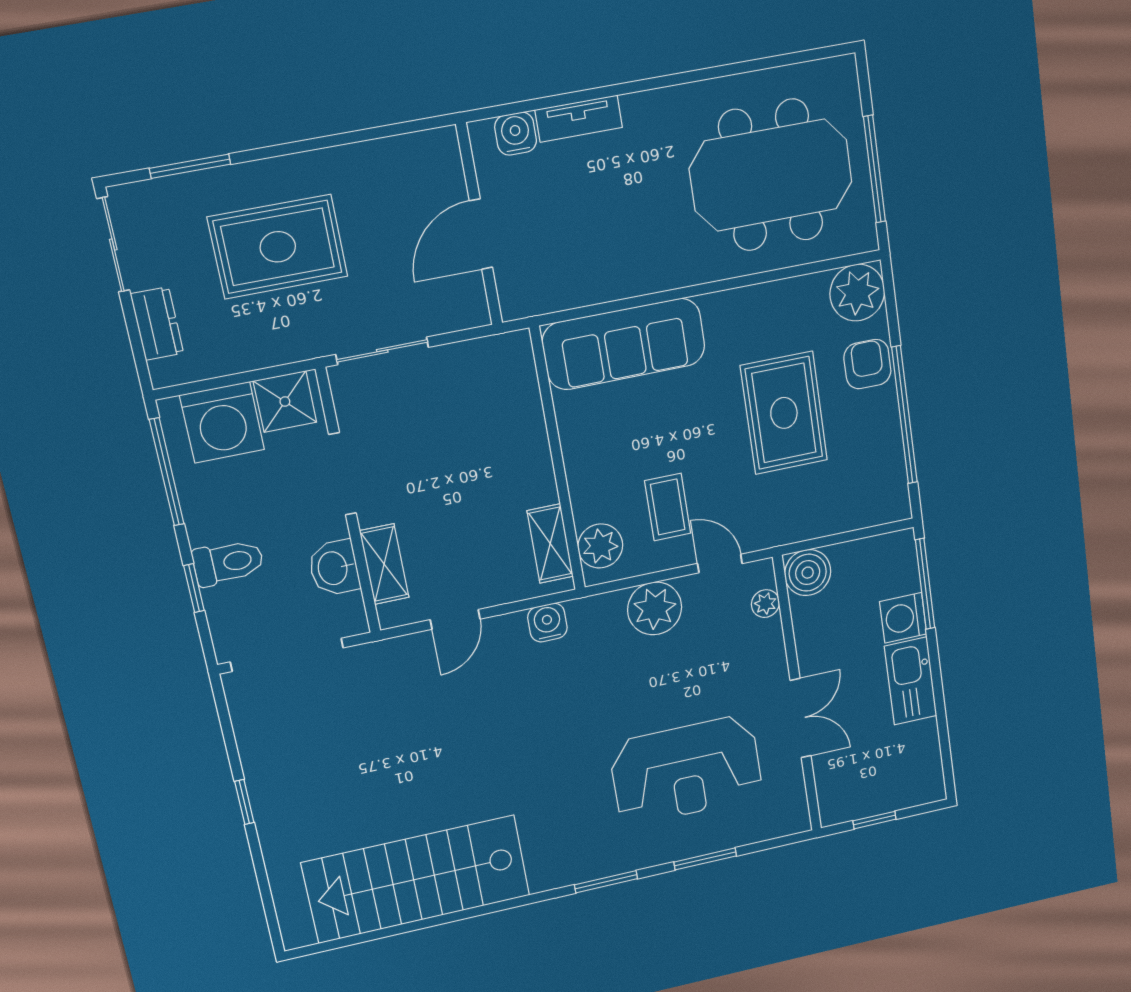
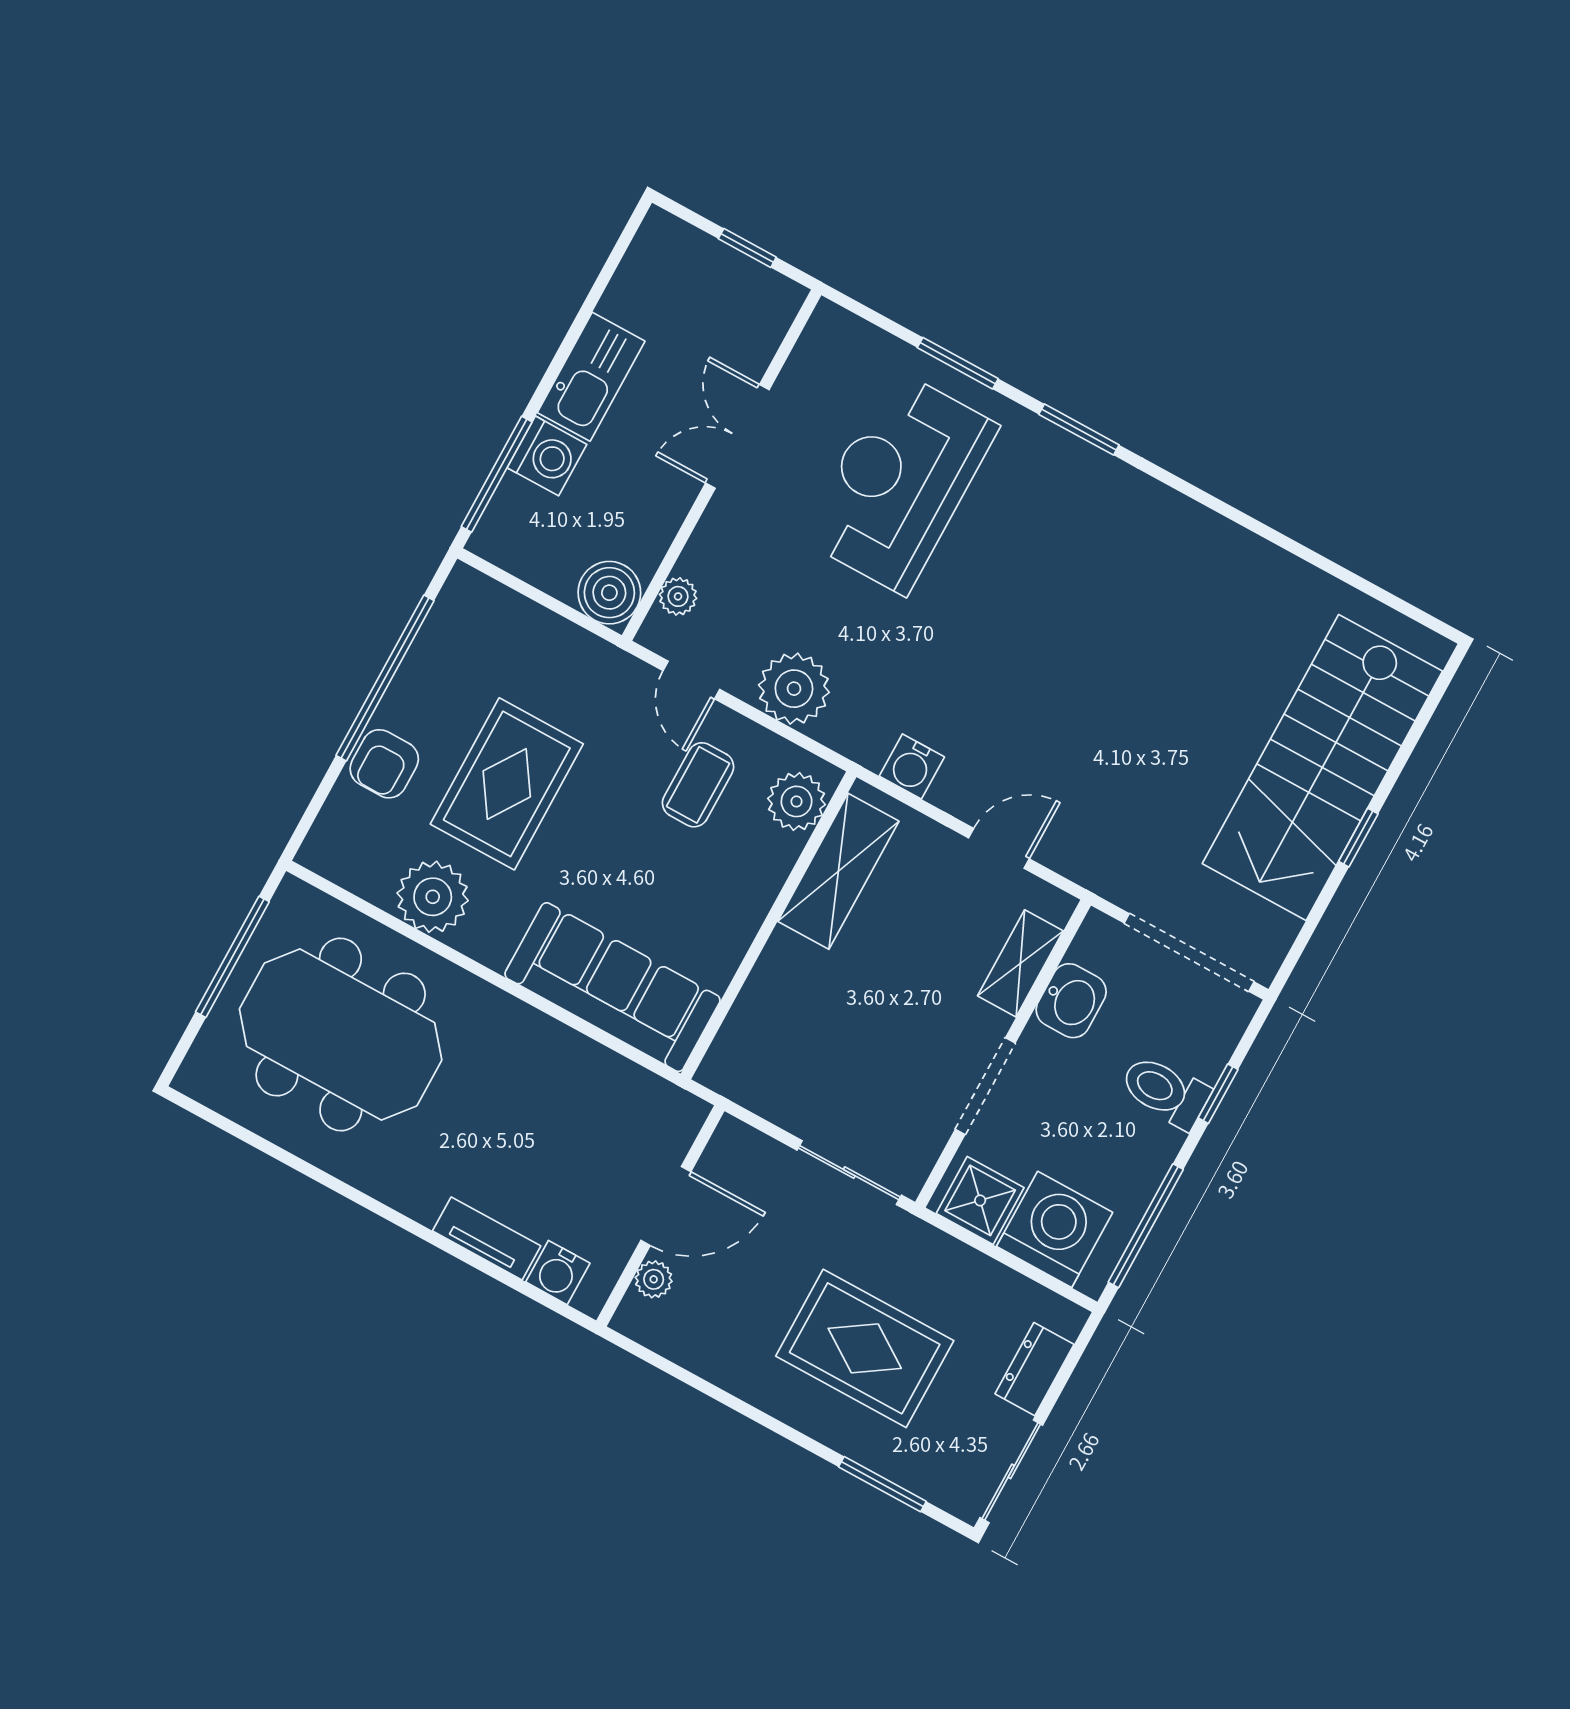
plant: (451, 180) -> (654, 1279), added
plant: (857, 293) -> (433, 897), moved
shelving: (550, 544) -> (838, 871), width x1.50, depth x1.33
reception desk: (686, 771) -> (900, 482), turned -90
stairs: (416, 879) -> (1322, 767), moved, turned 90

